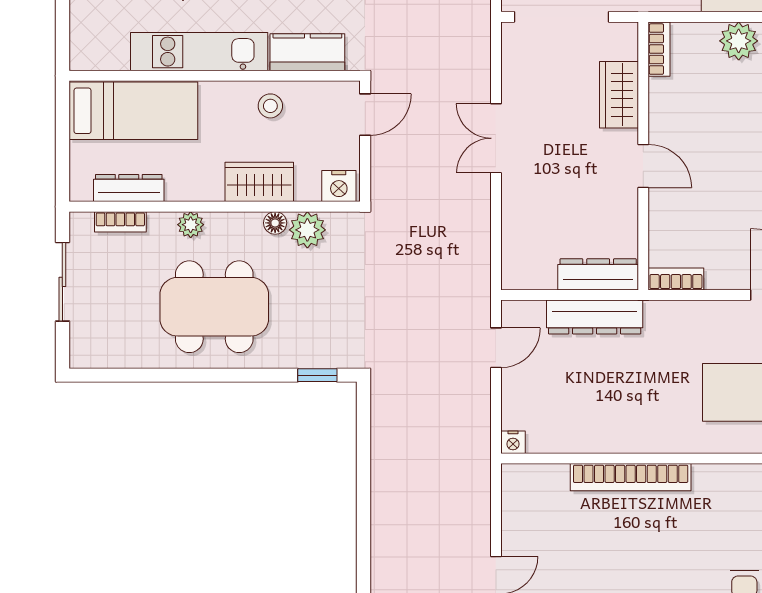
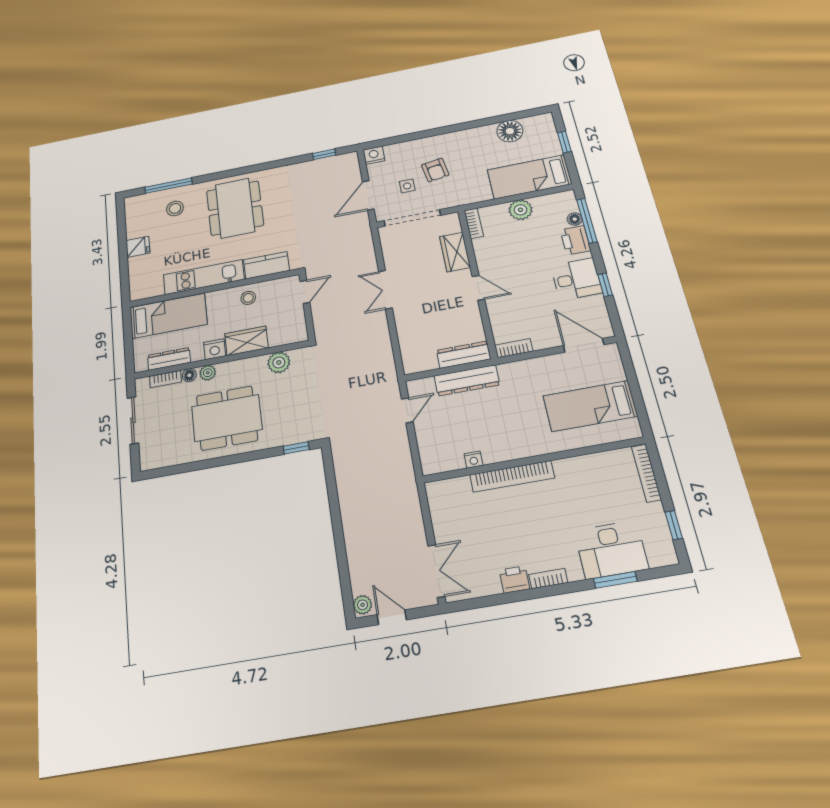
nightstand: (339, 186) -> (215, 349), moved
floor lamp: (275, 223) -> (189, 375), moved
nightstand: (513, 442) -> (474, 460), moved

